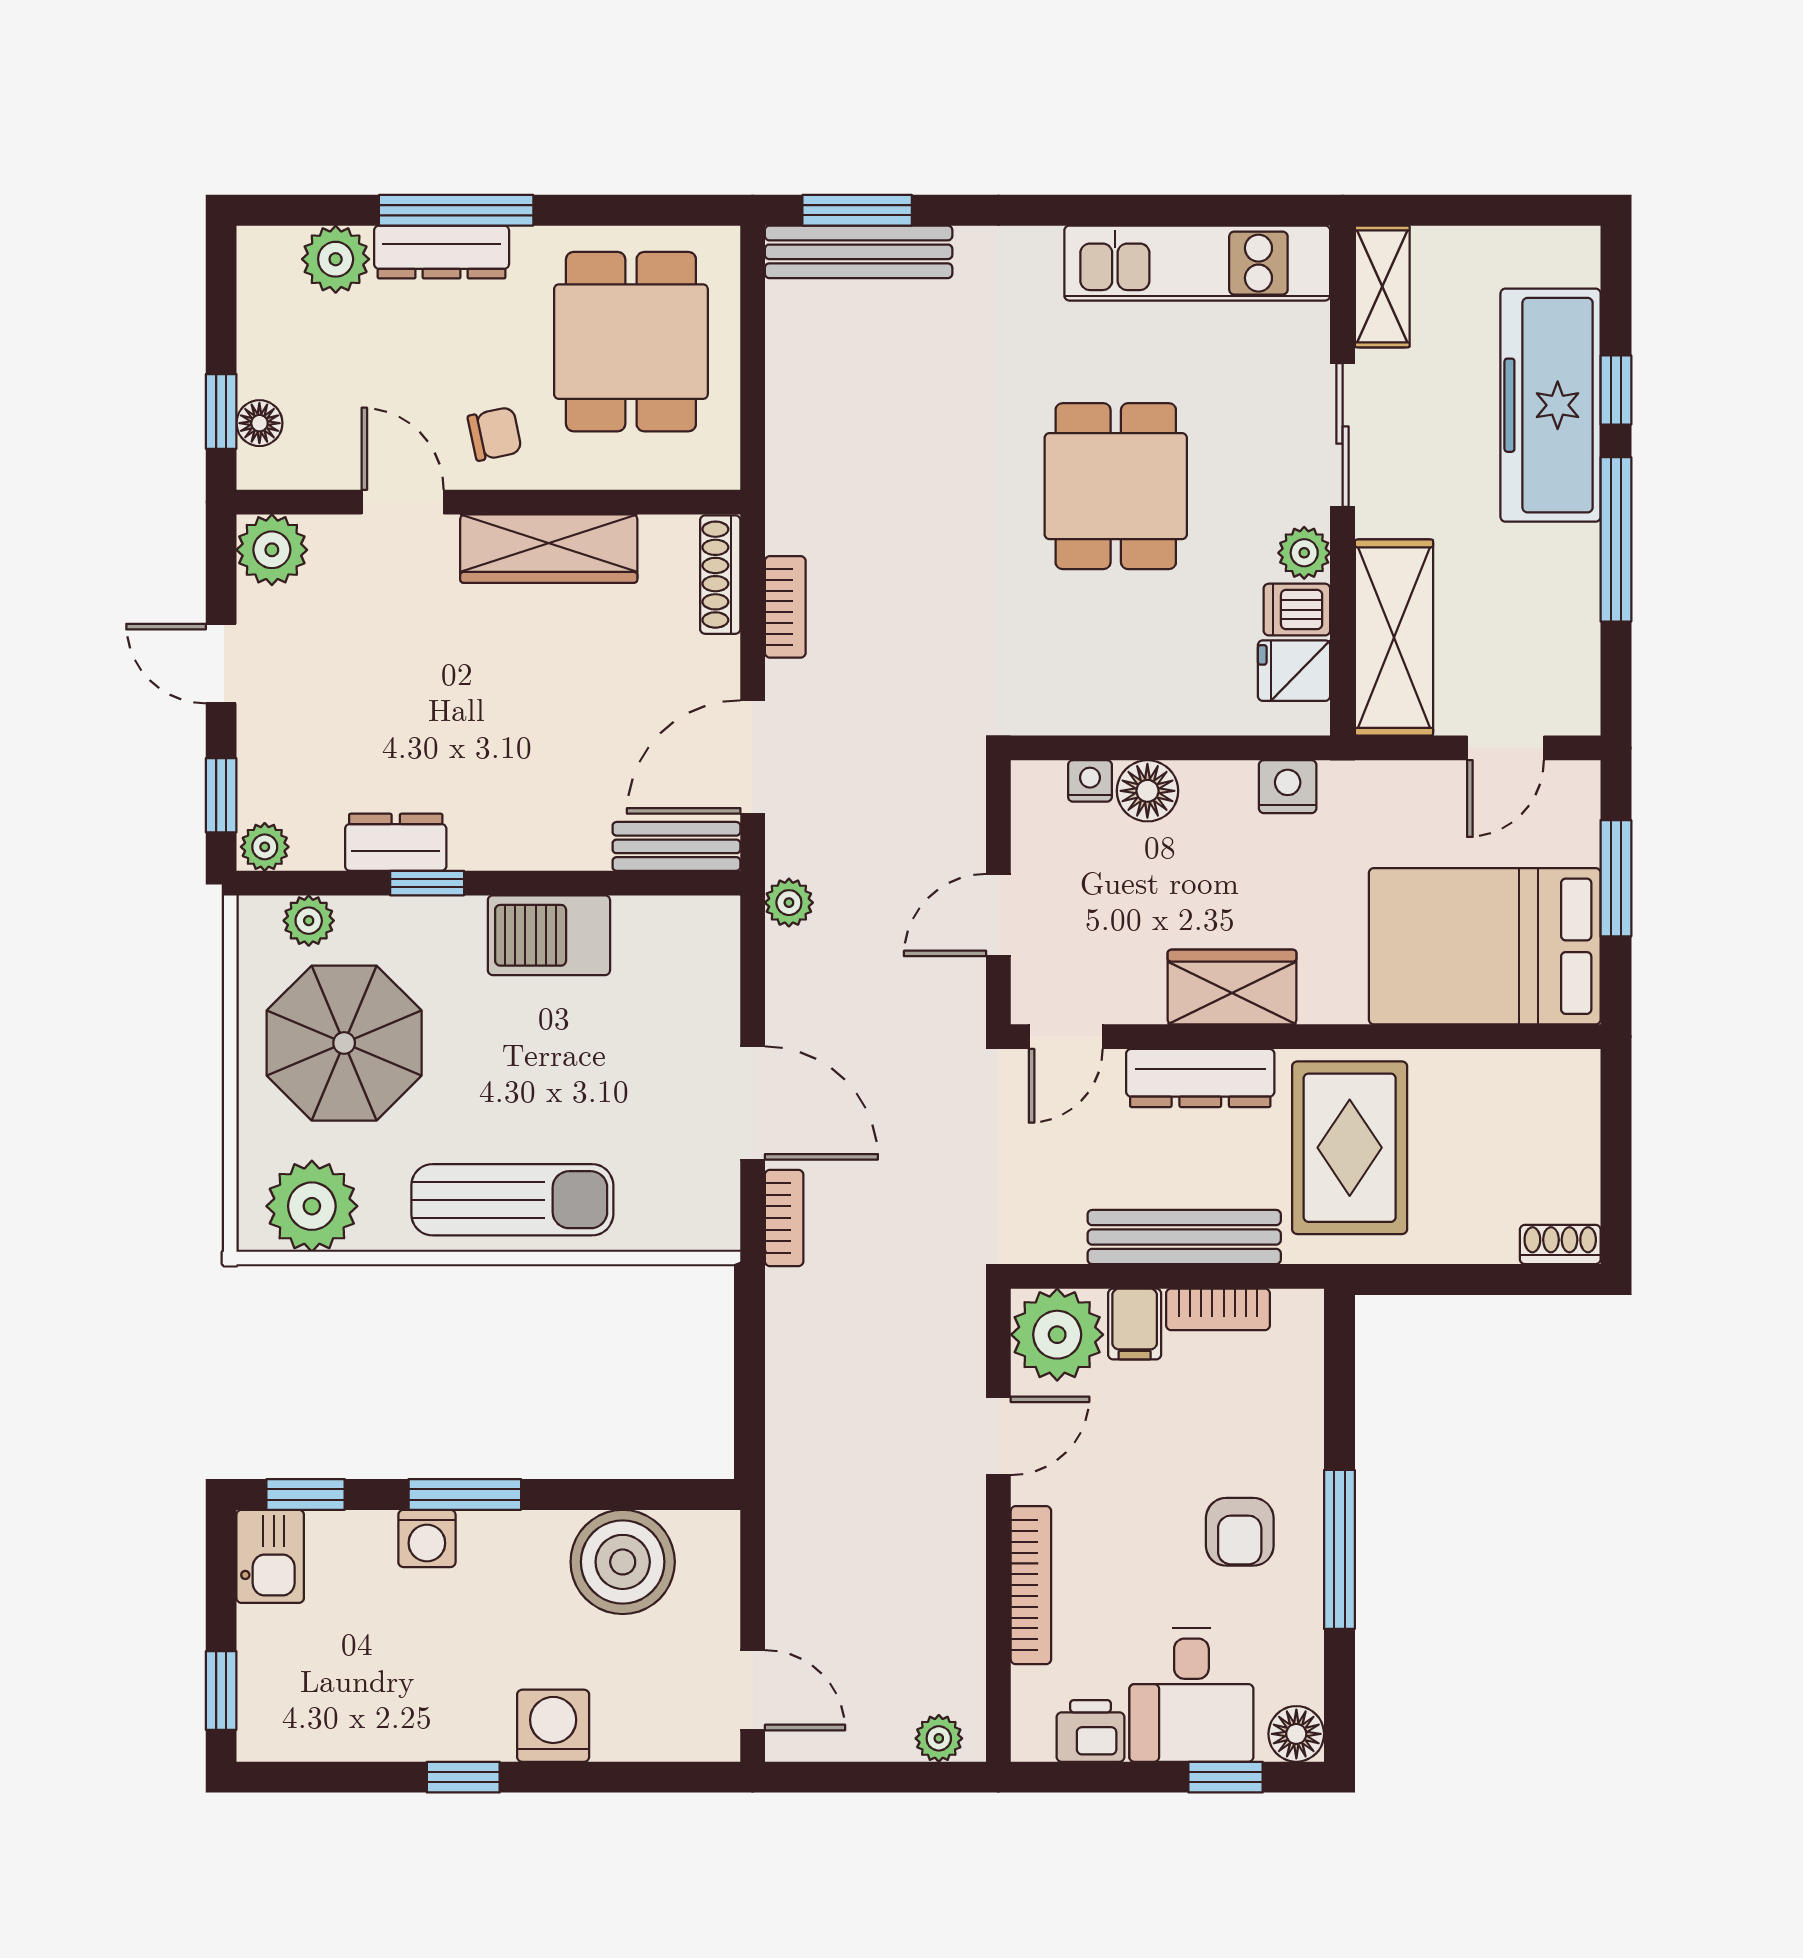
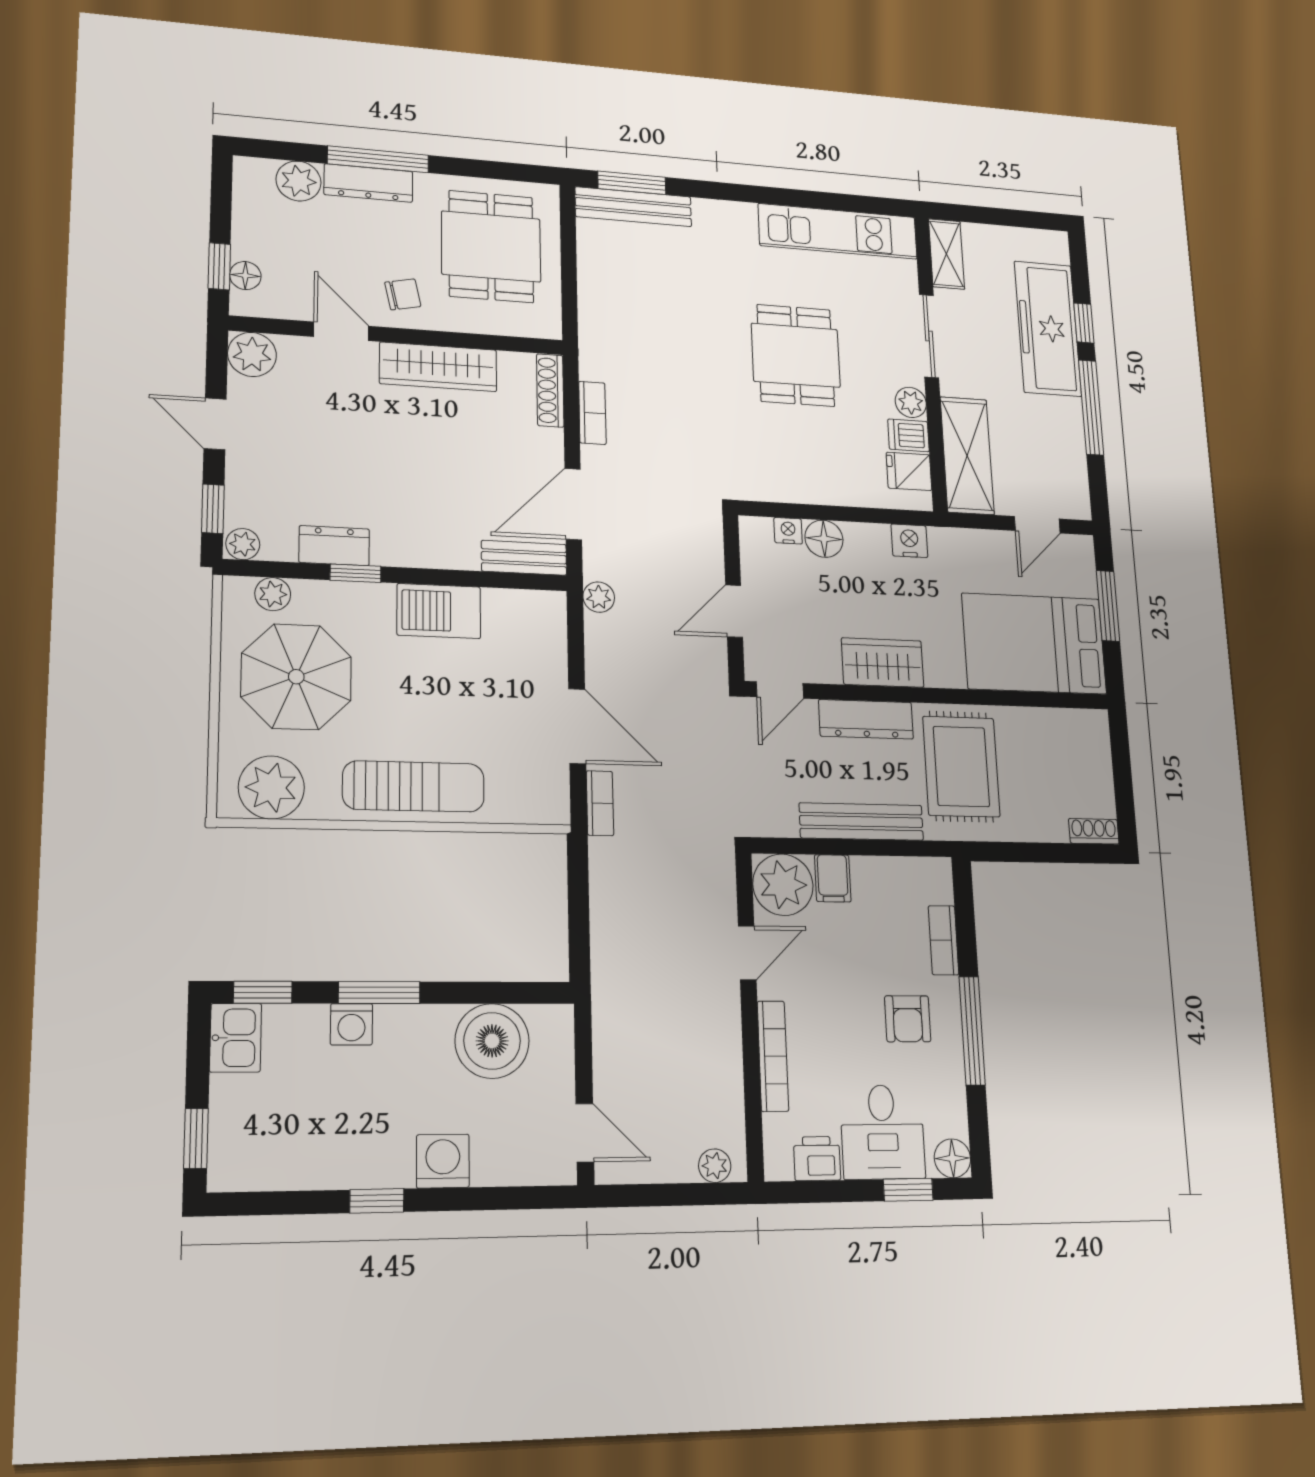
bookcase: (1218, 1309) -> (944, 940), moved, turned 90

